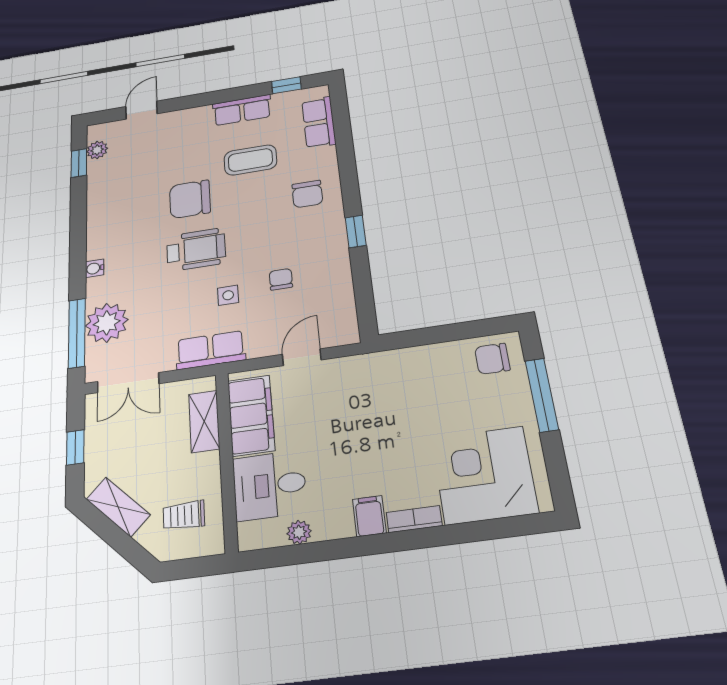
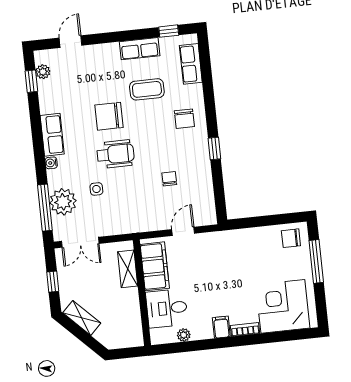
side table: (228, 295) -> (96, 189), moved
row of seats: (211, 350) -> (52, 135), moved, turned 90
trolley: (184, 515) -> (120, 324), removed

